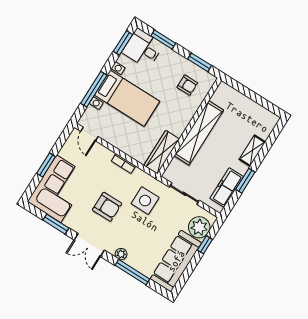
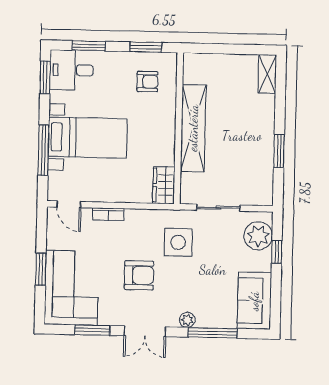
shelving: (252, 151) -> (267, 74), moved
wardrobe: (162, 152) -> (164, 185), width x0.67
bookcase: (124, 163) -> (108, 214), moved
freezer: (227, 188) -> (262, 172), removed
sofa: (176, 261) -> (254, 301), width x0.73

